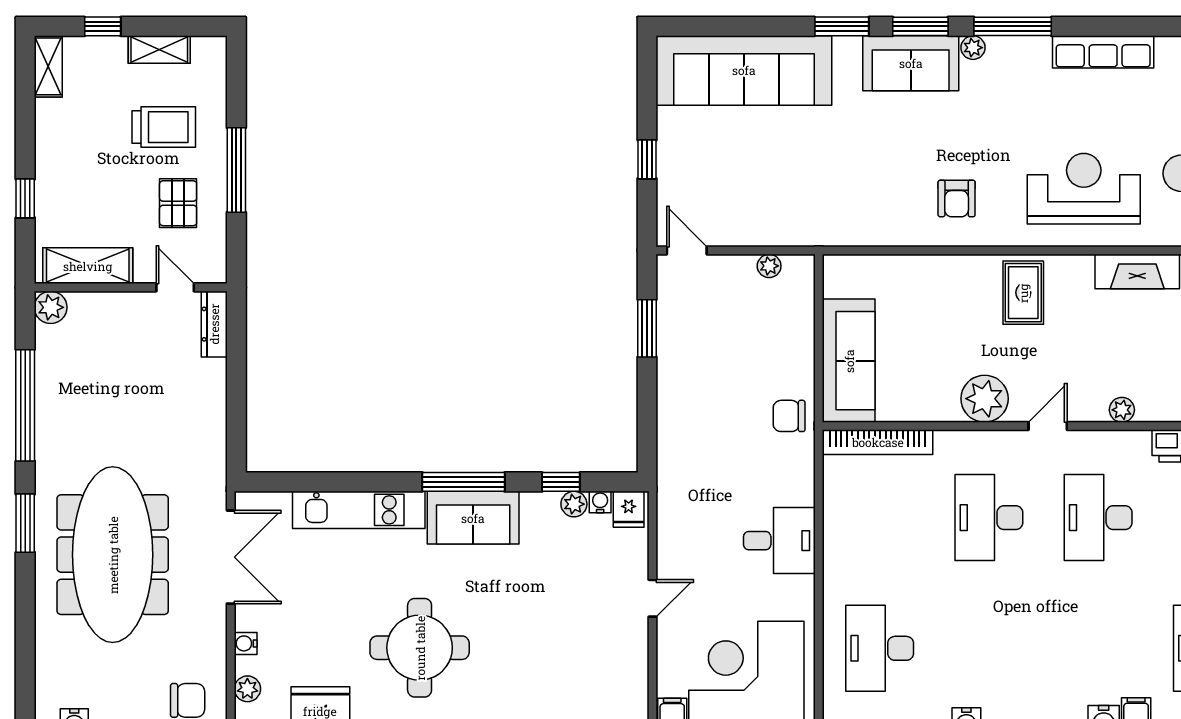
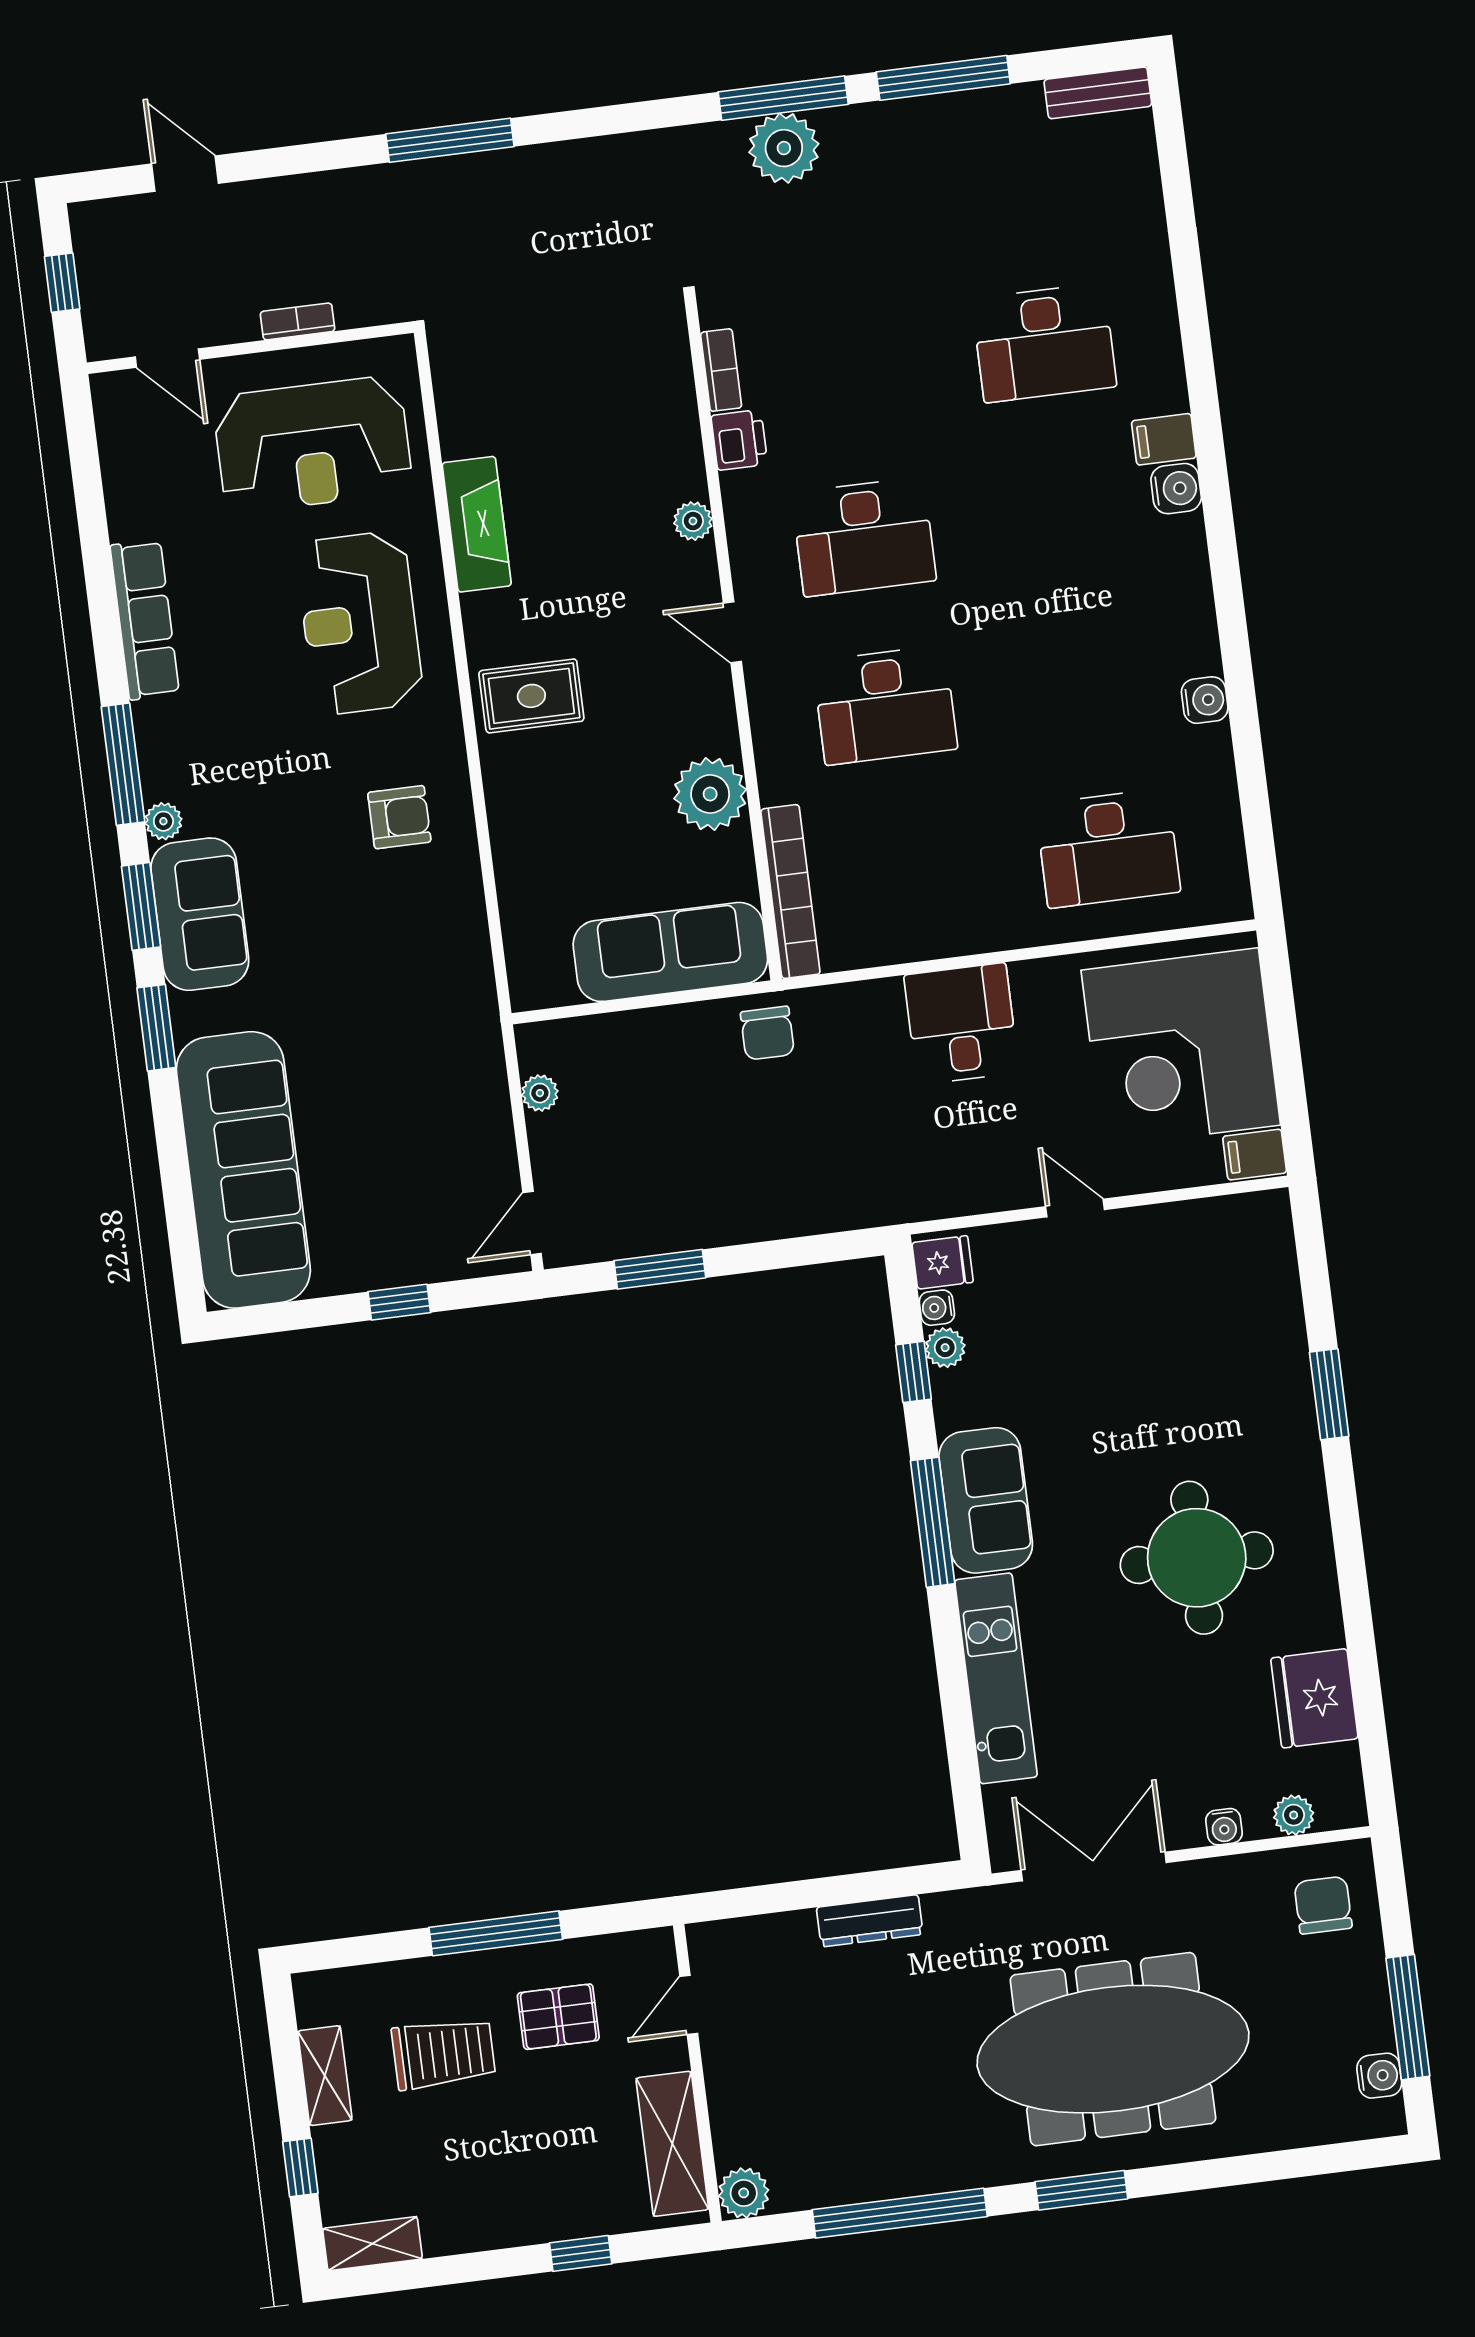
trolley: (164, 127) -> (444, 2054), turned 90
dresser: (214, 324) -> (870, 1921), moved
plant: (985, 399) -> (710, 794), moved

